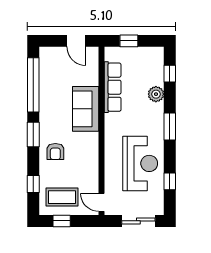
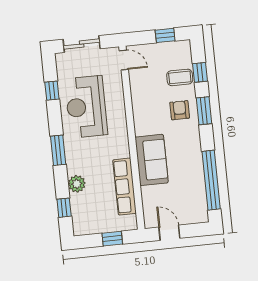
window: (33, 134) -> (204, 111), moved
coffee table: (62, 197) -> (180, 77), moved, width x0.73, depth x0.77

